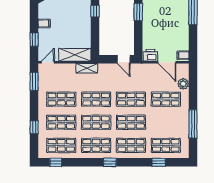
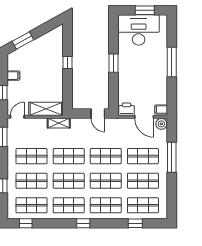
plant: (183, 84) -> (161, 124), moved
shop shelf: (166, 122) -> (143, 181), added
window: (193, 124) -> (172, 157), moved

